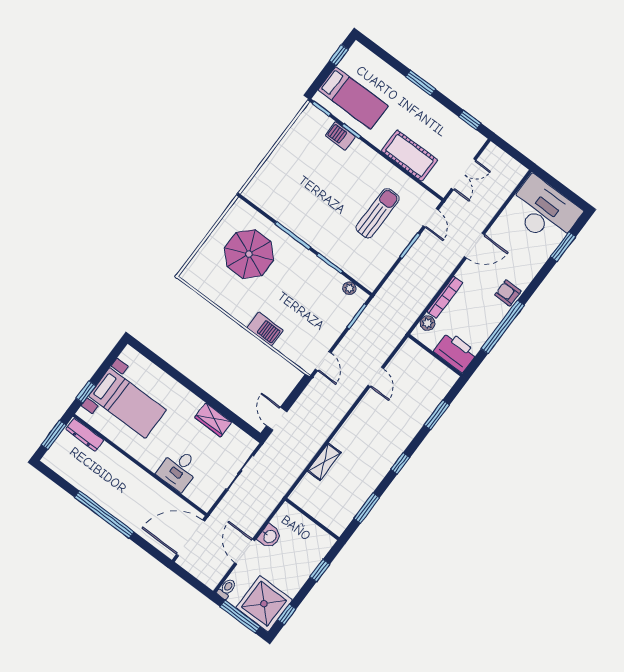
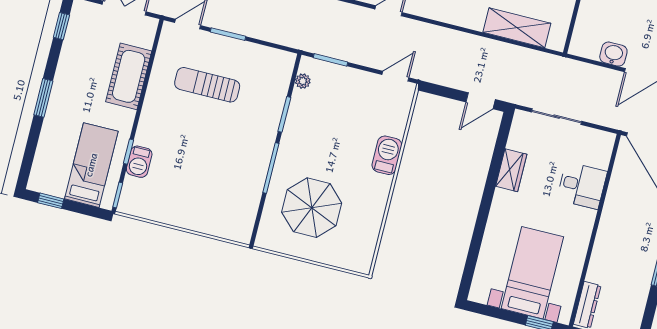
shelving: (324, 462) -> (517, 28), width x1.50, depth x1.33

